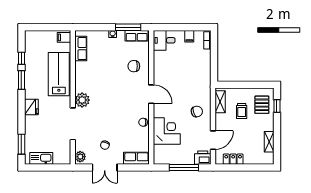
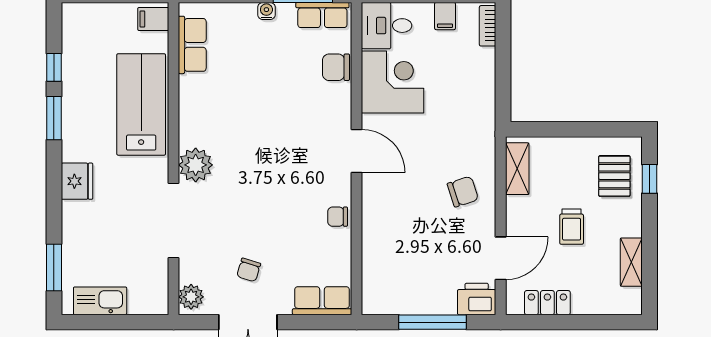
chair: (134, 66) -> (336, 67), moved
trolley: (242, 111) -> (572, 227), moved
corner desk: (167, 131) -> (393, 82), moved

